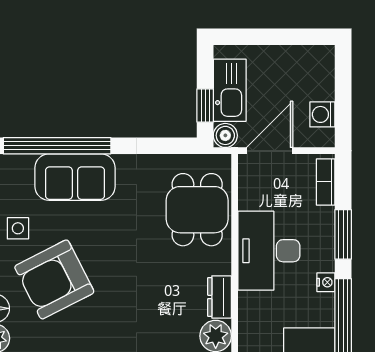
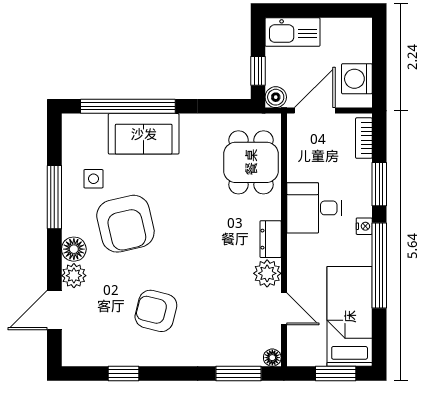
kitchen sink: (230, 90) -> (292, 32), moved, turned 90
washing machine: (322, 114) -> (357, 79), width x1.38, depth x1.38
desk: (269, 251) -> (314, 208), width x0.73
armchair: (54, 279) -> (125, 224), turned -76

